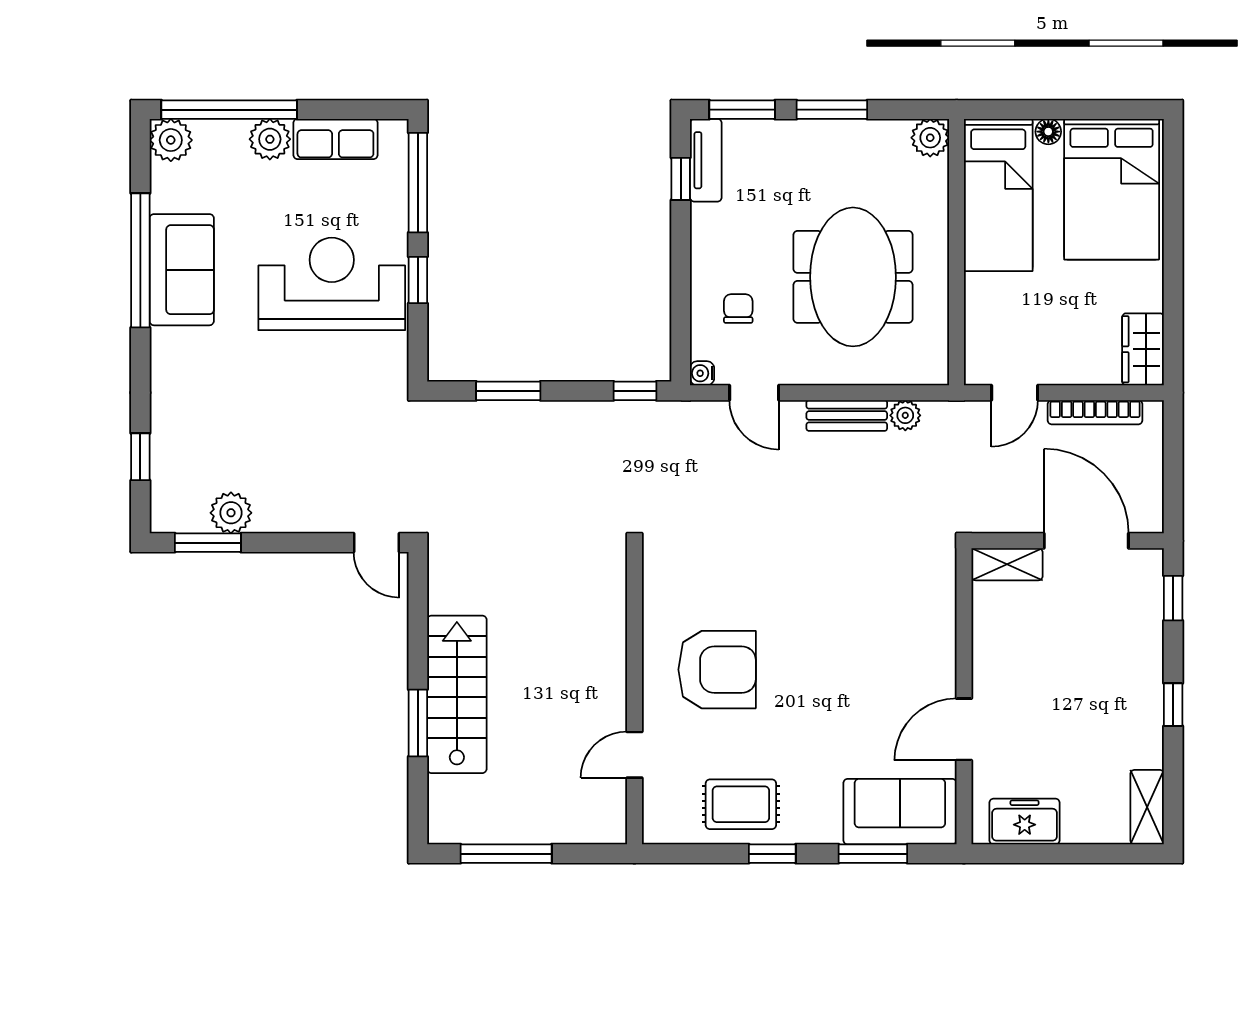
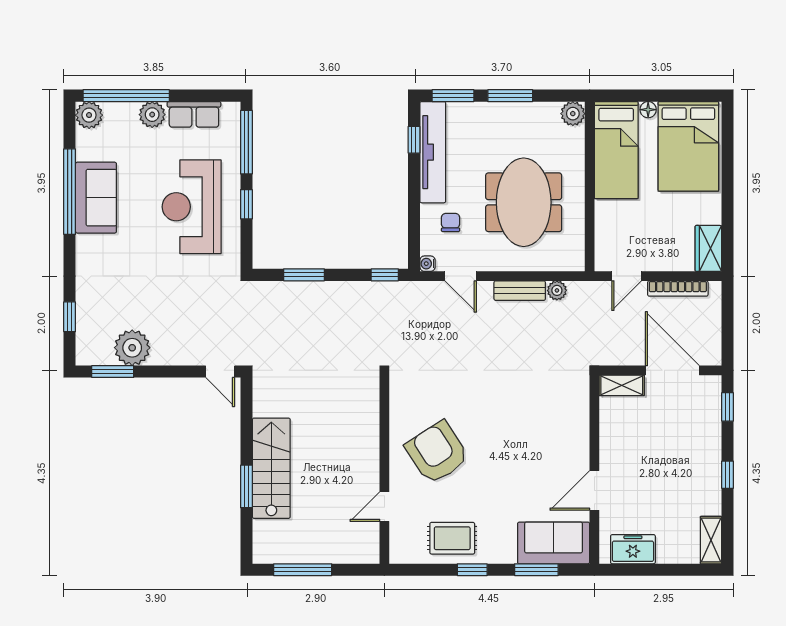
tv unit: (706, 160) -> (433, 152), width x1.92, depth x1.29
reception desk: (332, 284) -> (192, 207), turned -90
plant: (231, 513) -> (132, 348), width x1.36, depth x1.36
armchair: (717, 670) -> (437, 452), turned -123

